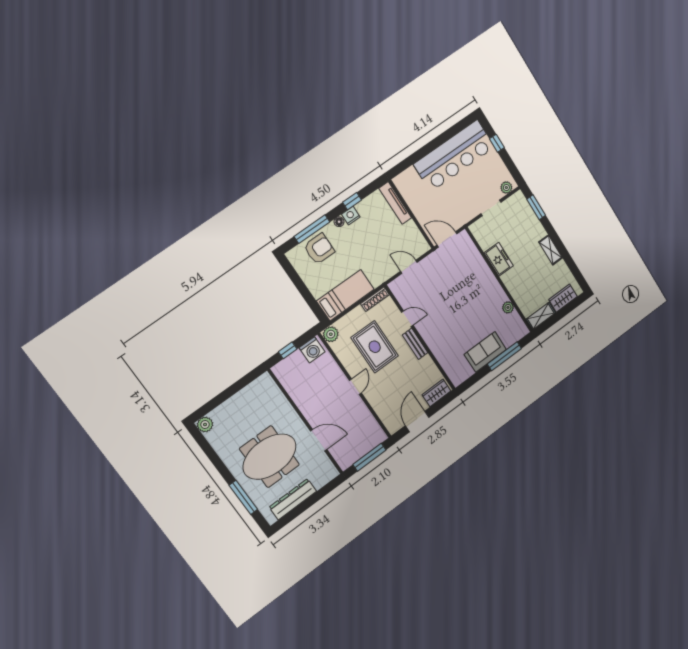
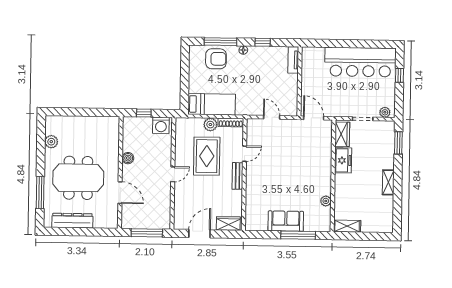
tv unit: (395, 203) -> (293, 60), width x0.71
nightstand: (351, 216) -> (255, 52), removed
wardrobe: (563, 298) -> (342, 134), moved, turned 90
door: (407, 319) -> (245, 154), hinge flipped
plant: (331, 334) -> (210, 125), moved
boiler: (303, 403) -> (128, 158), added
plant: (205, 425) -> (51, 142), moved

